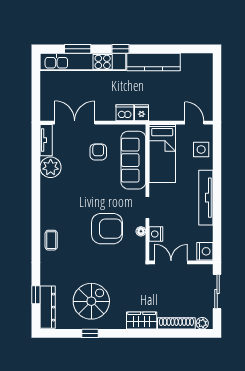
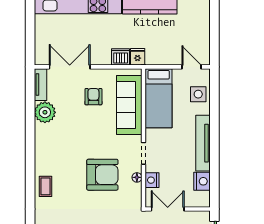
nightstand: (205, 251) -> (202, 181), moved

